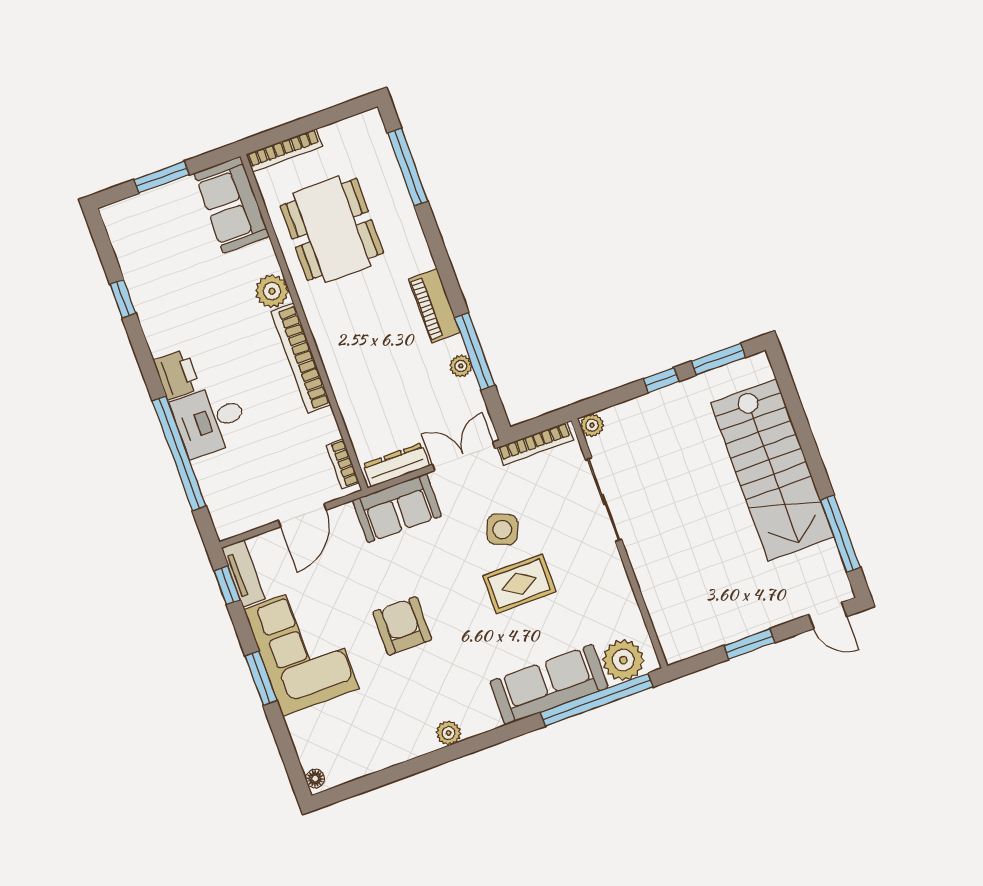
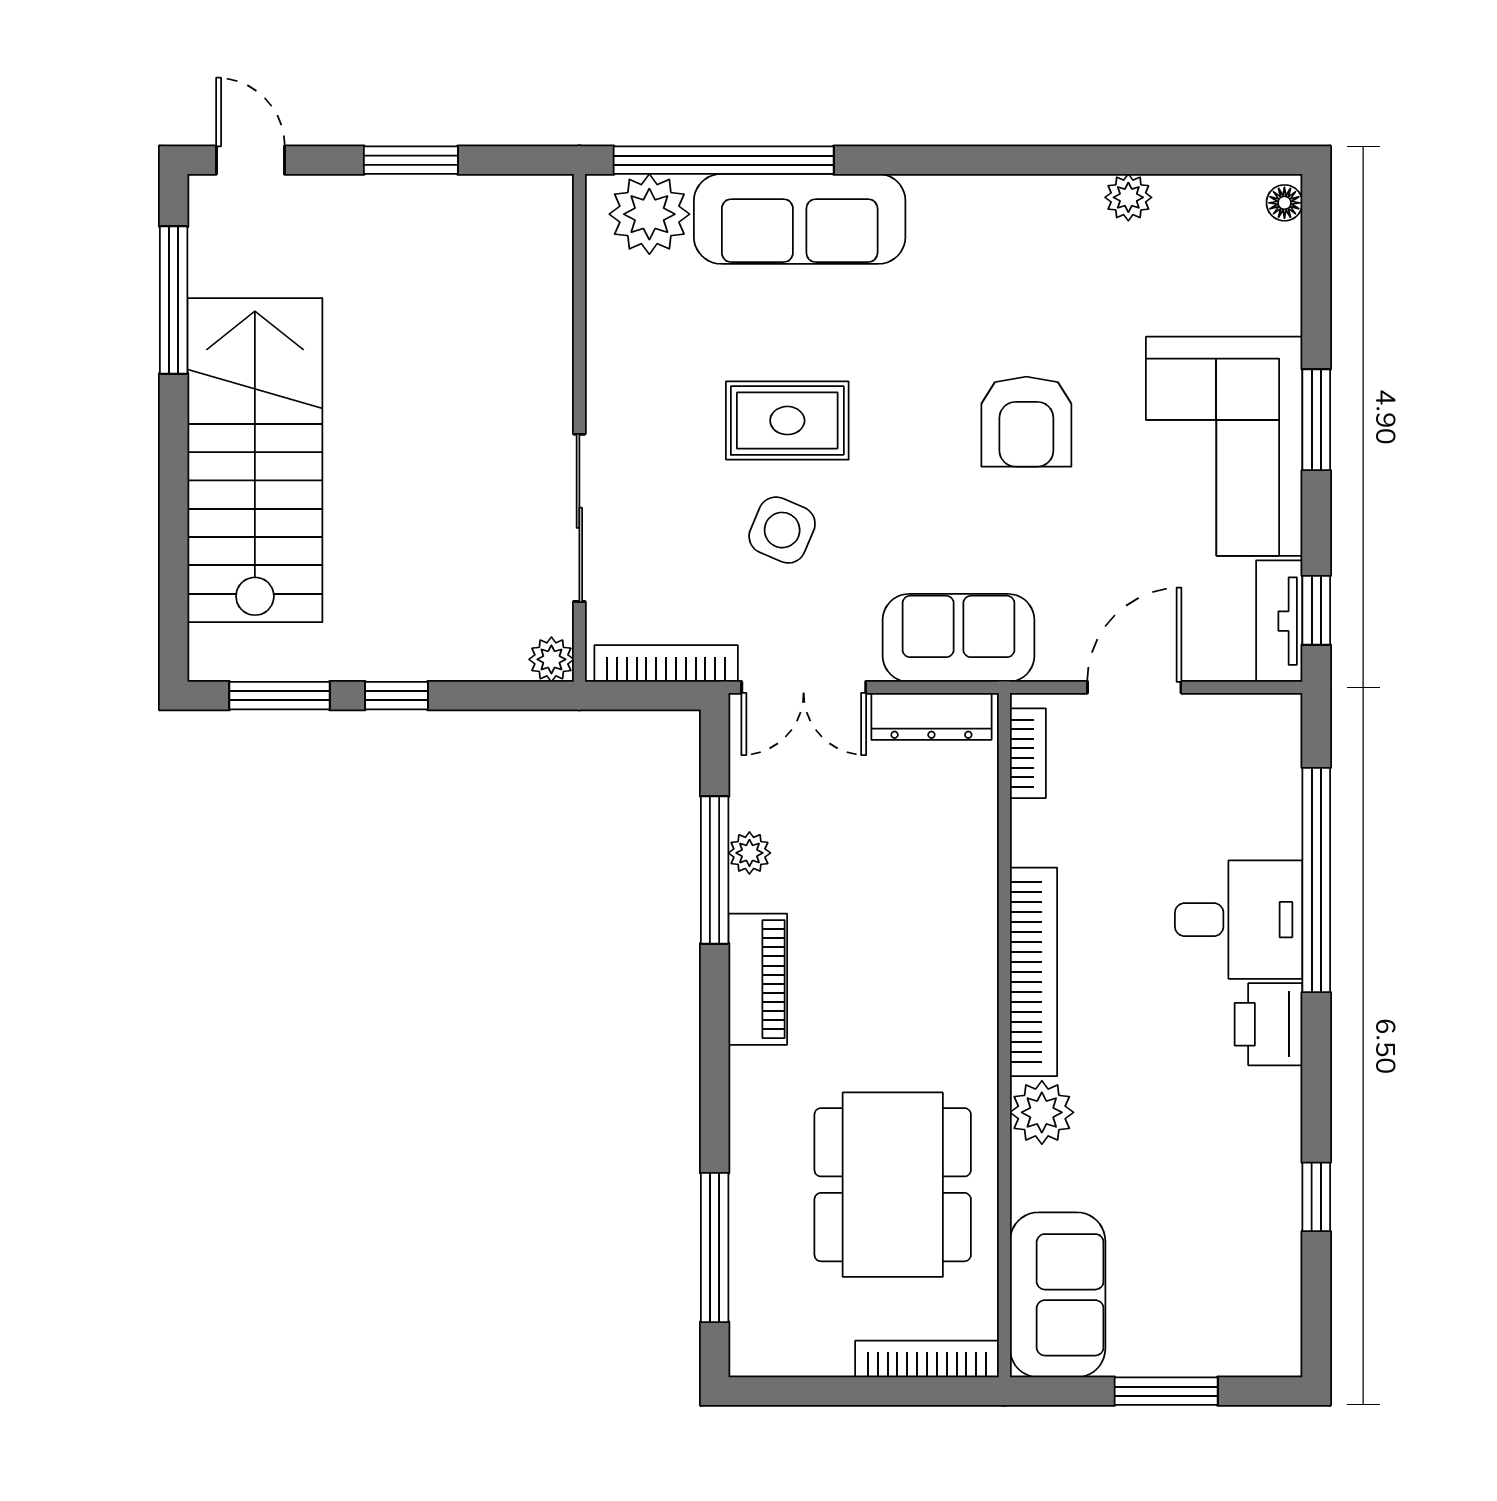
plant: (449, 733) -> (1128, 197), moved

